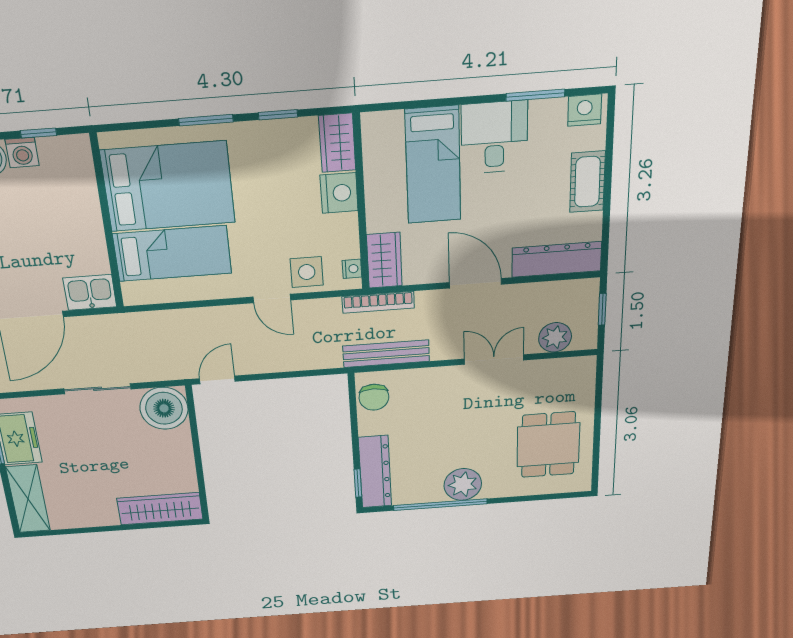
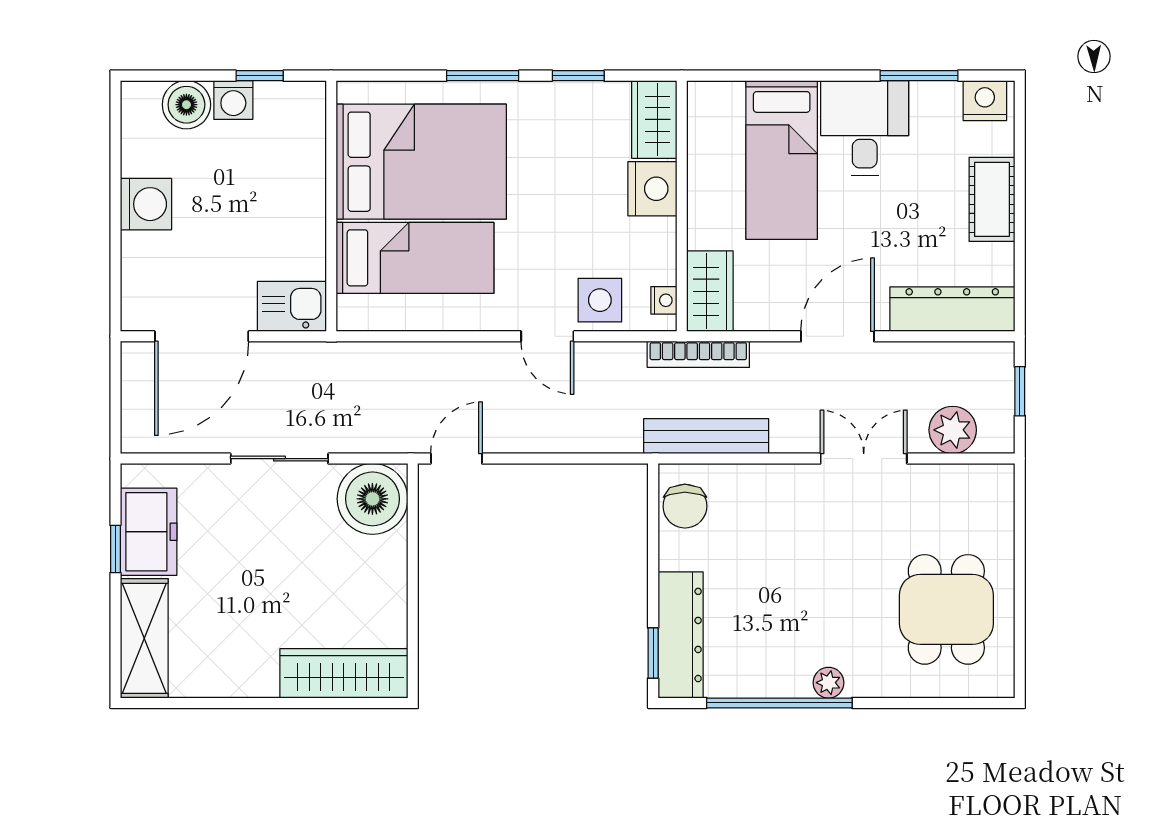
door: (475, 283) -> (837, 336), hinge flipped
plant: (463, 484) -> (829, 683), width x0.53, depth x0.53

